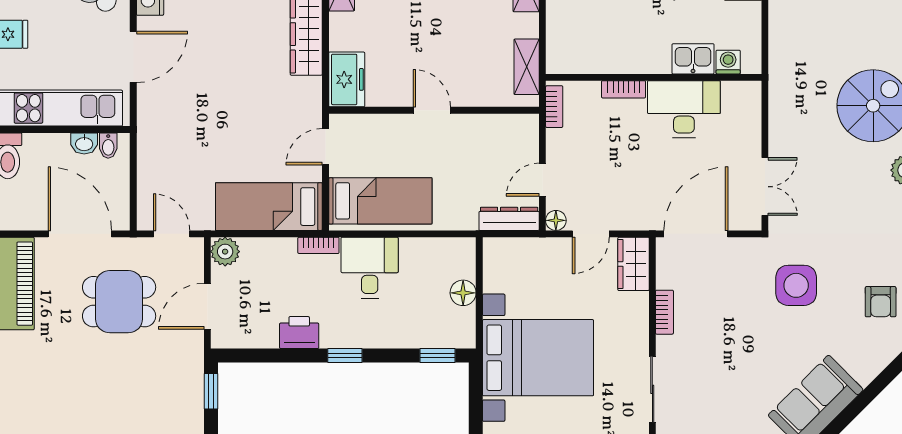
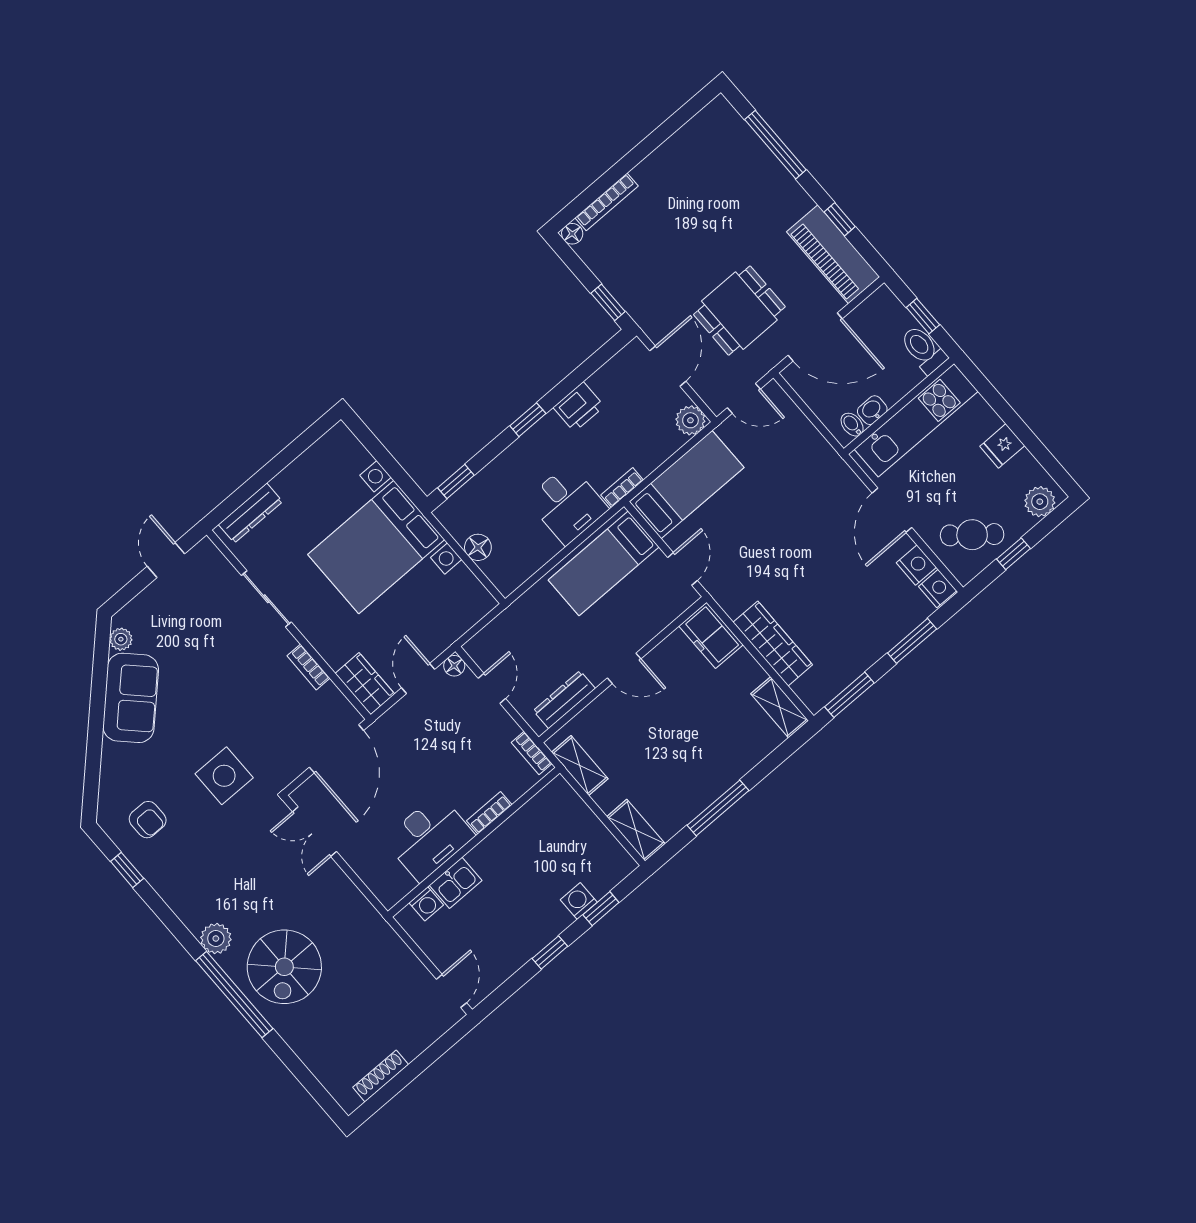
dresser: (509, 219) -> (564, 700), moved, turned 180
armchair: (881, 302) -> (148, 820), turned 180

